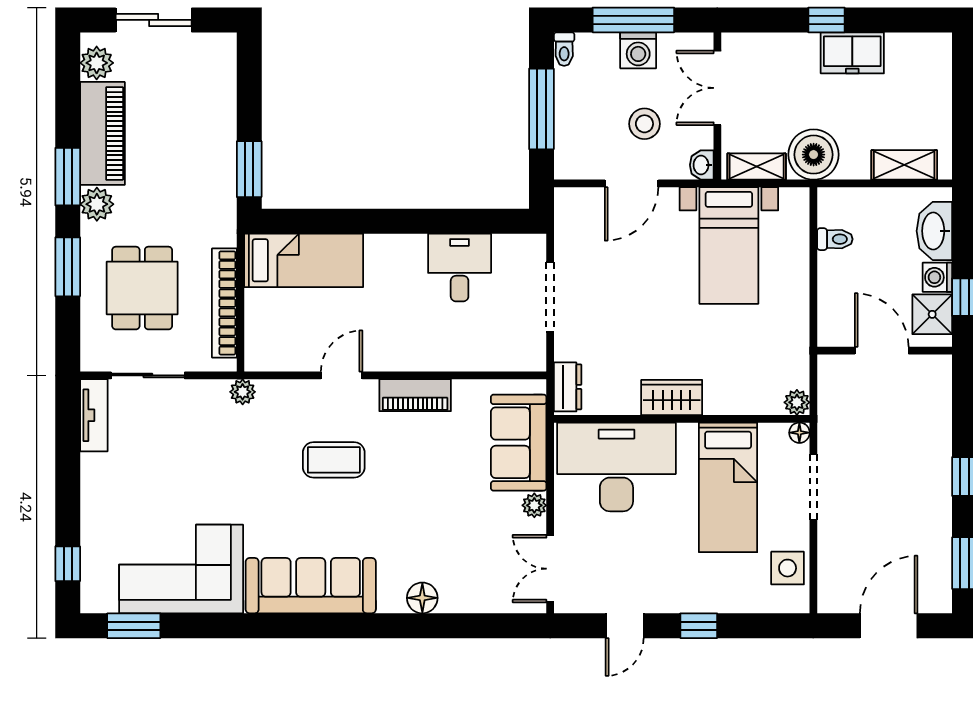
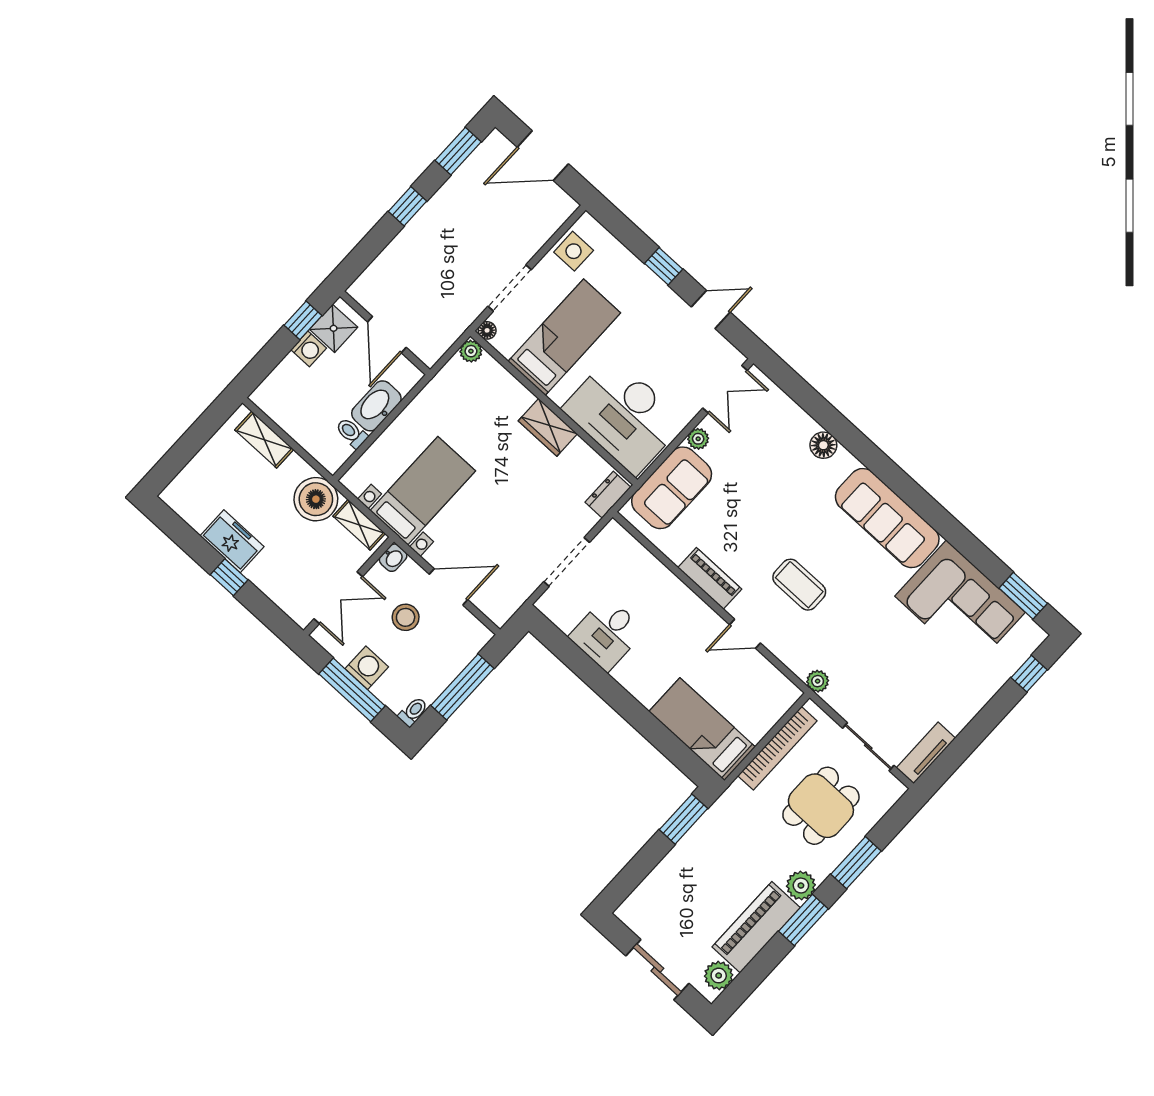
washbasin: (934, 231) -> (376, 406), moved, turned 180

